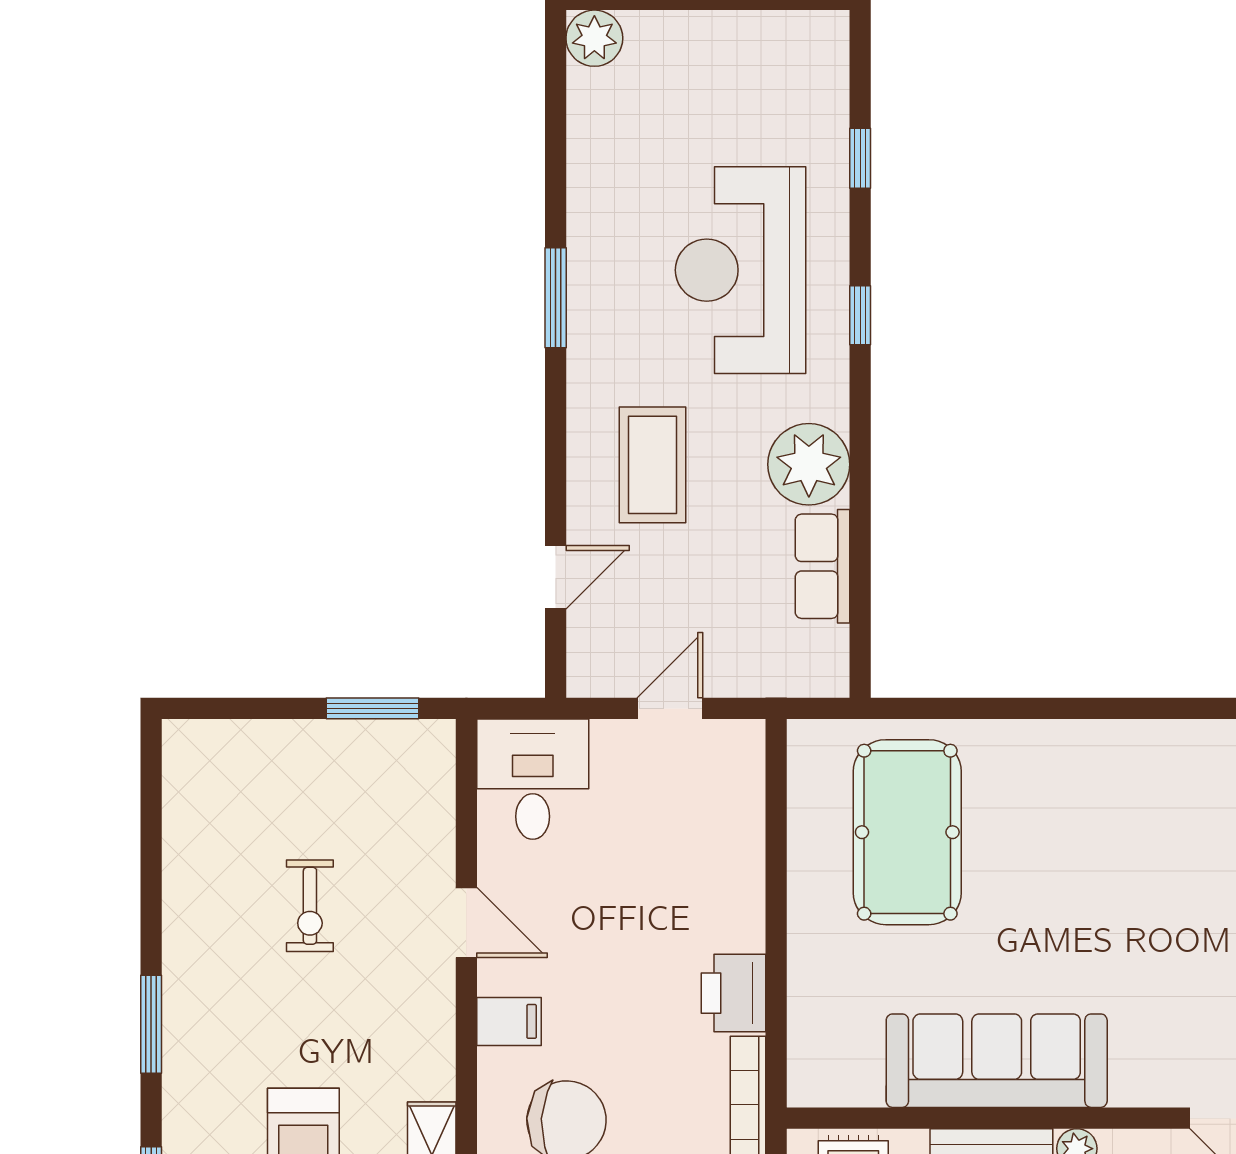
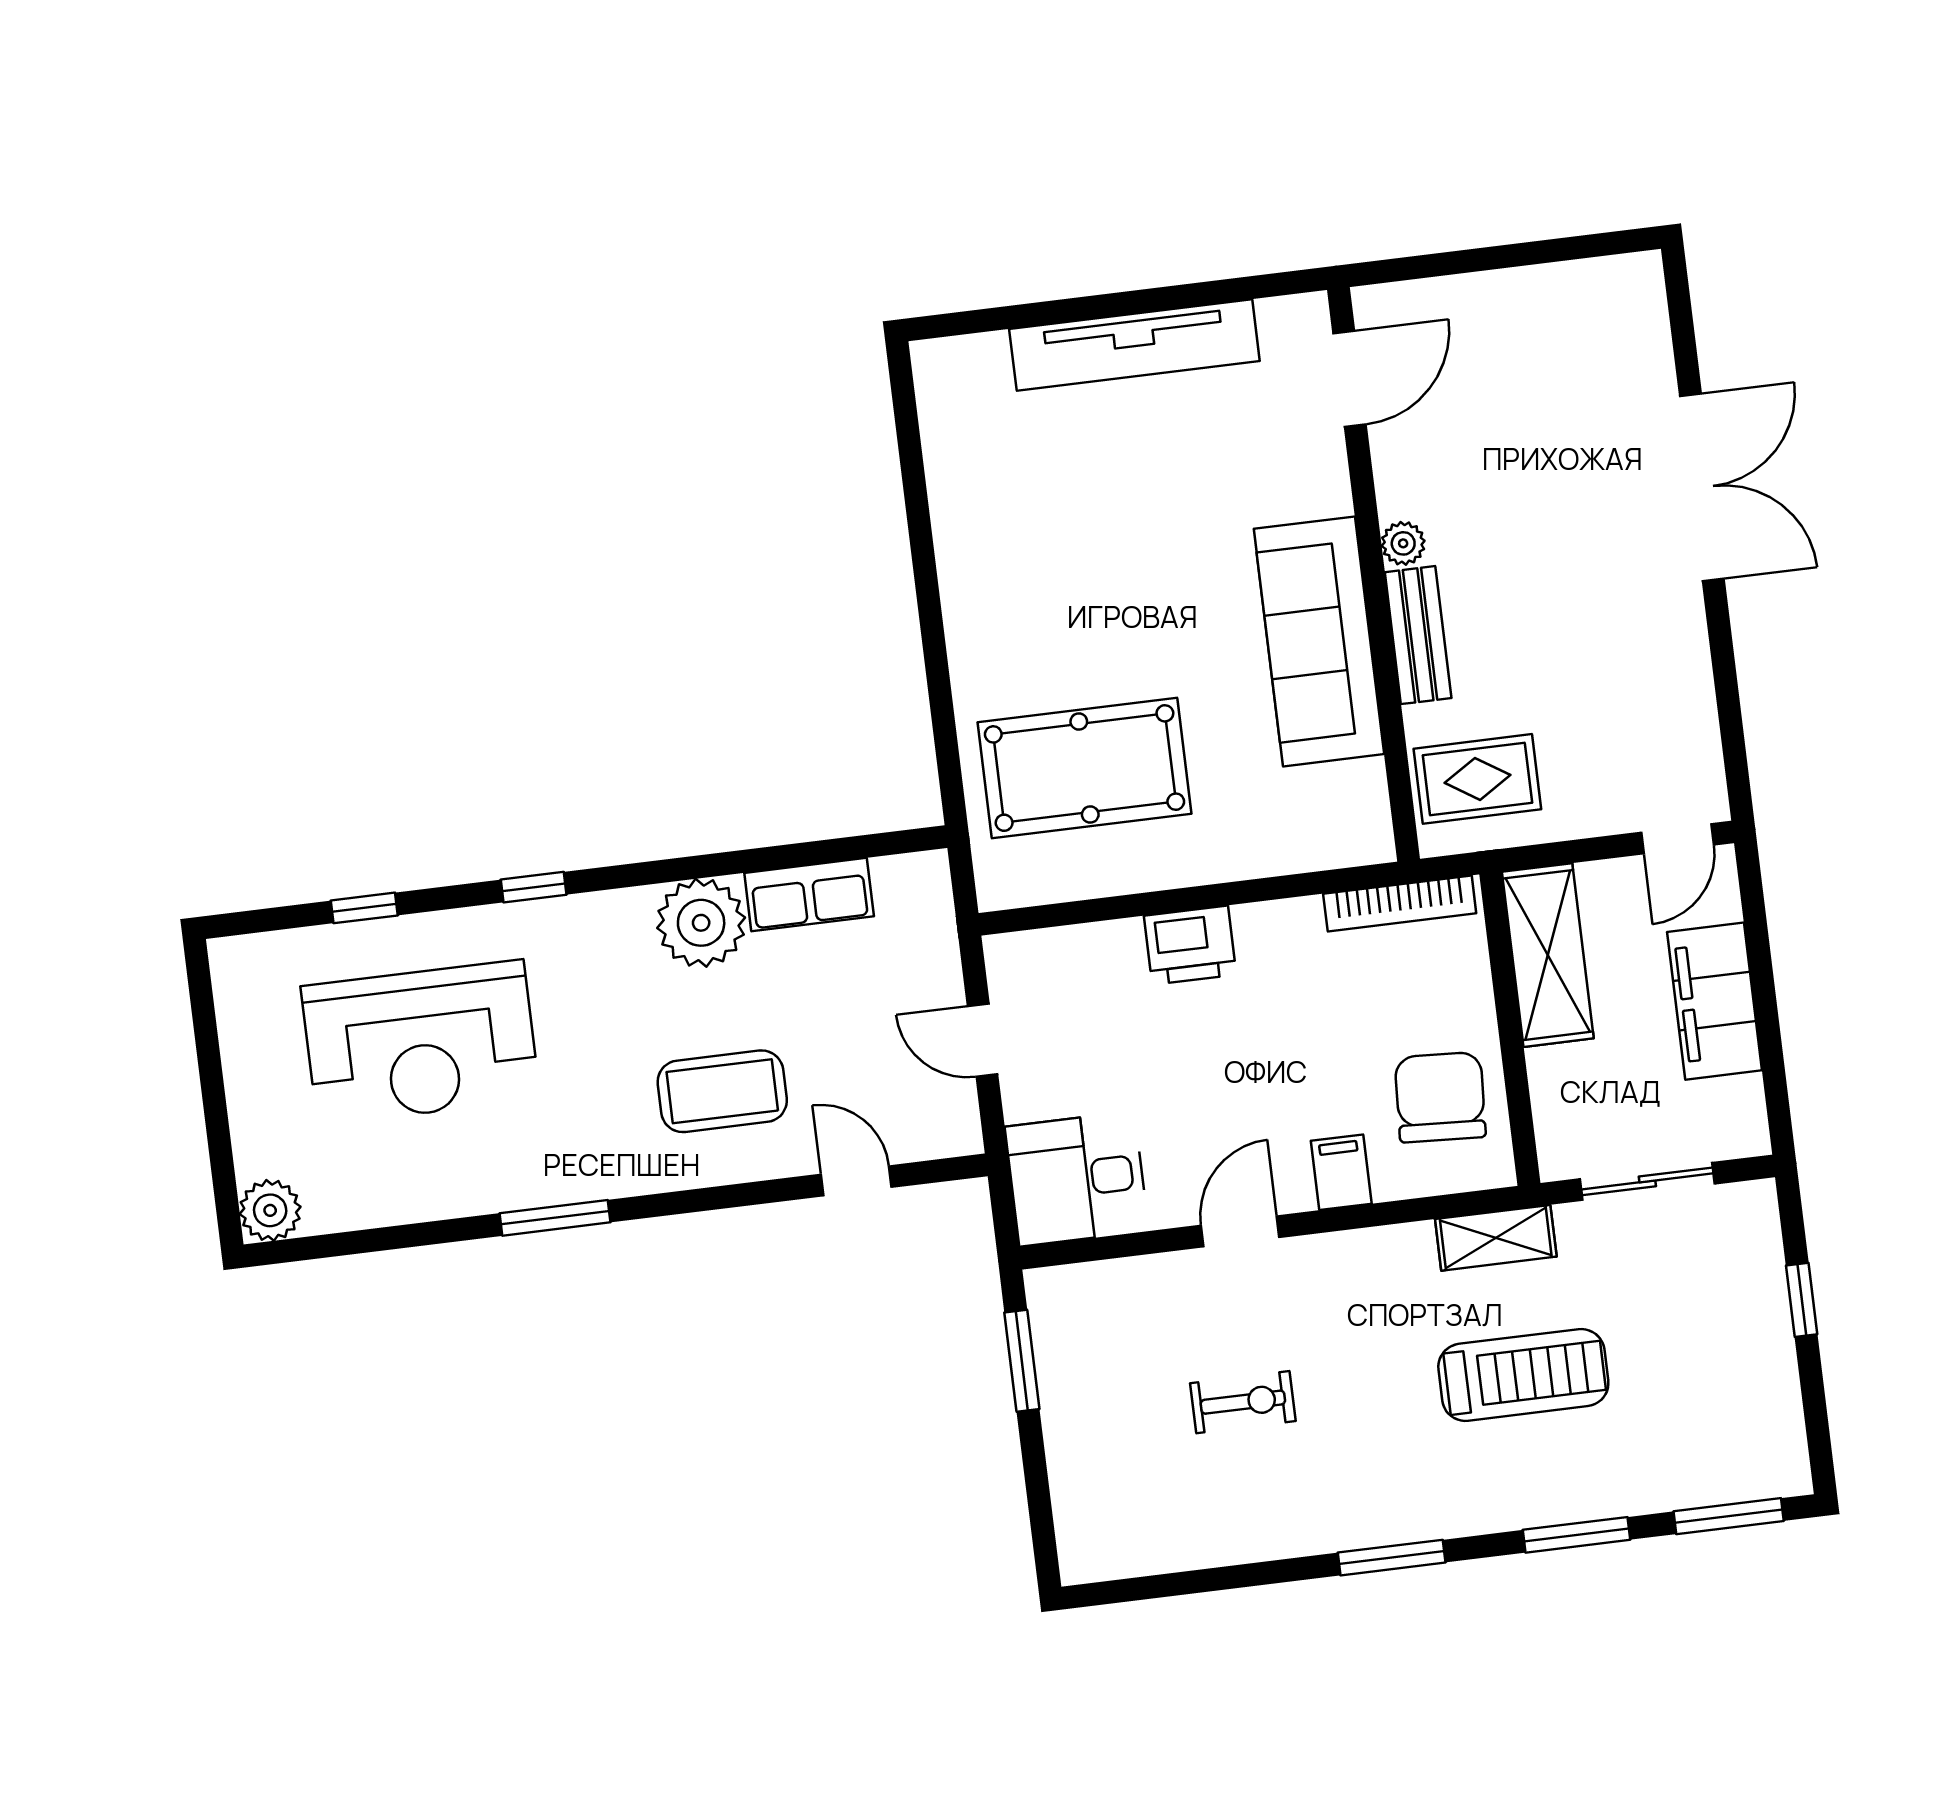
reception desk: (741, 270) -> (421, 1043), moved
printer: (734, 993) -> (1190, 945), moved

